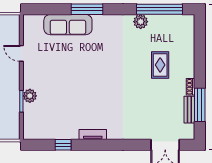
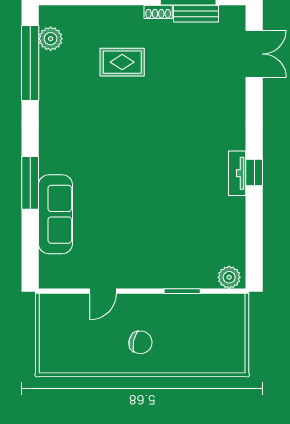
plant: (141, 22) -> (51, 39), moved
plant: (30, 96) -> (229, 277), moved
window: (63, 145) -> (254, 172), moved

